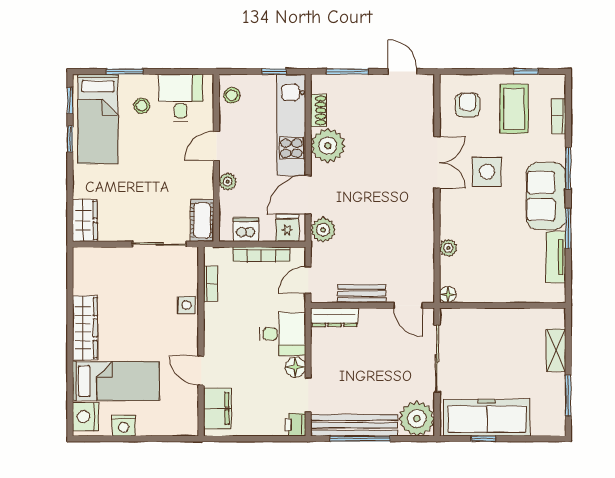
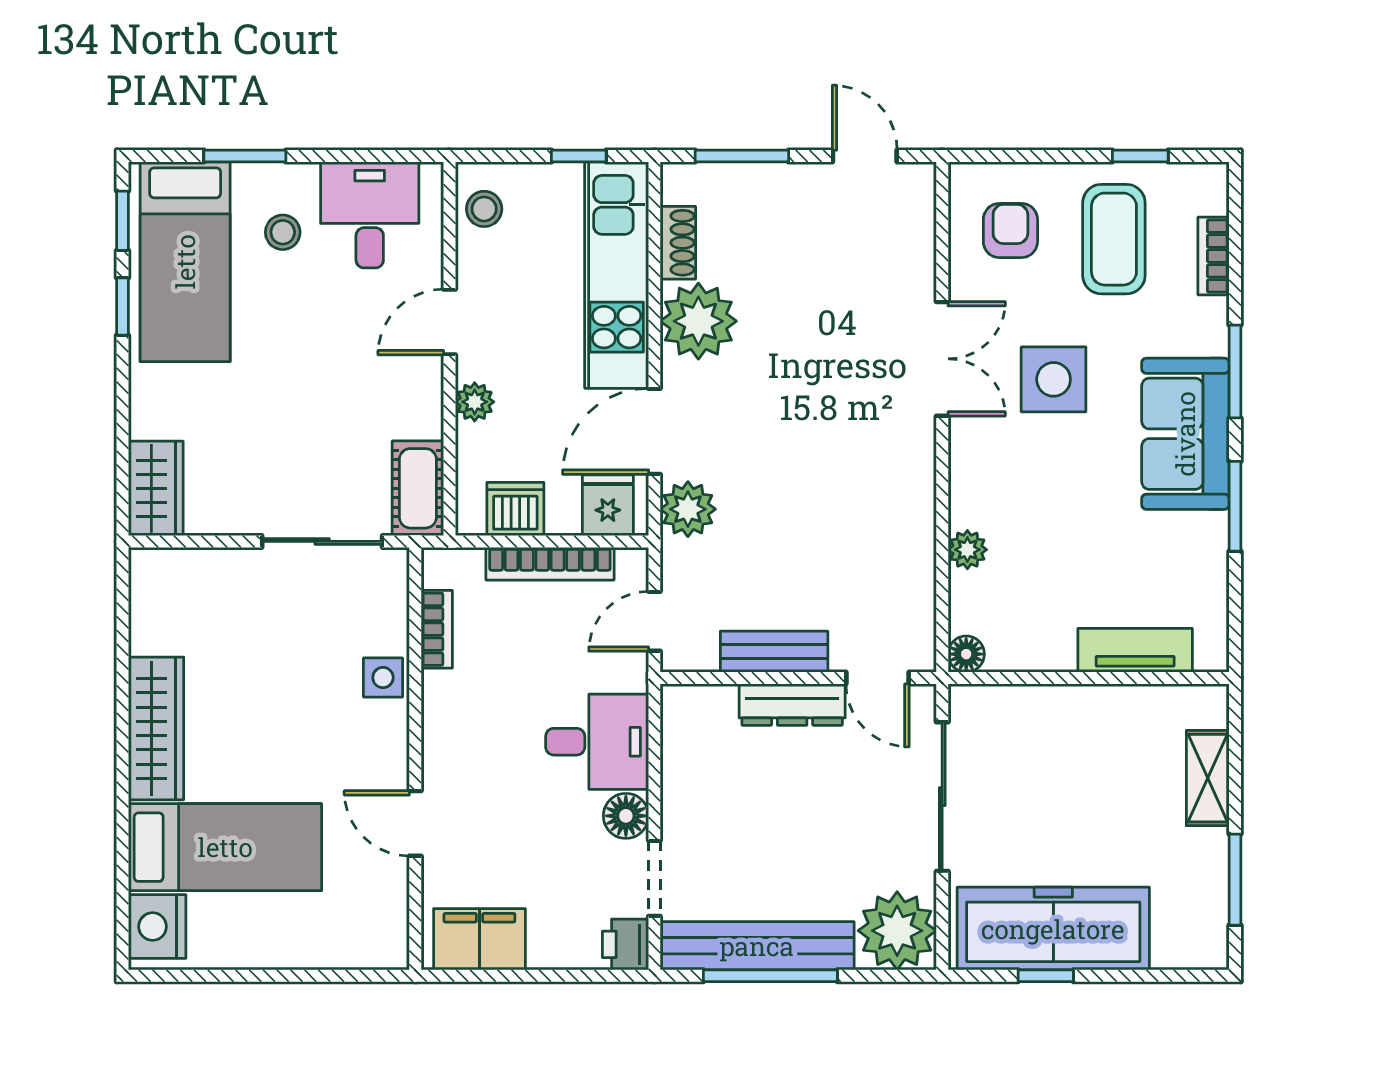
tv unit: (556, 257) -> (1135, 650), moved, turned 90
dresser: (335, 317) -> (792, 705), moved
filing cabinet: (217, 409) -> (479, 939), moved, turned -90
nightstand: (124, 426) -> (243, 947), removed

